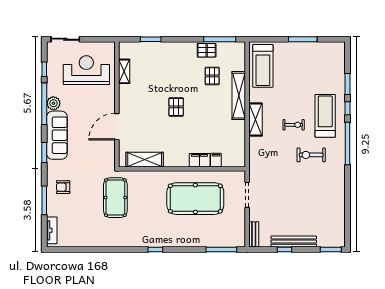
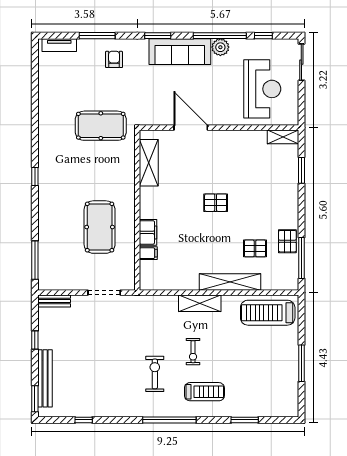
shelving: (124, 71) -> (283, 137), moved
window: (348, 108) -> (84, 420), moved
treadmill: (325, 116) -> (204, 392), width x0.73, depth x0.73
pool table: (195, 199) -> (100, 227), width x0.73, depth x0.76
bench: (294, 242) -> (45, 378), moved

